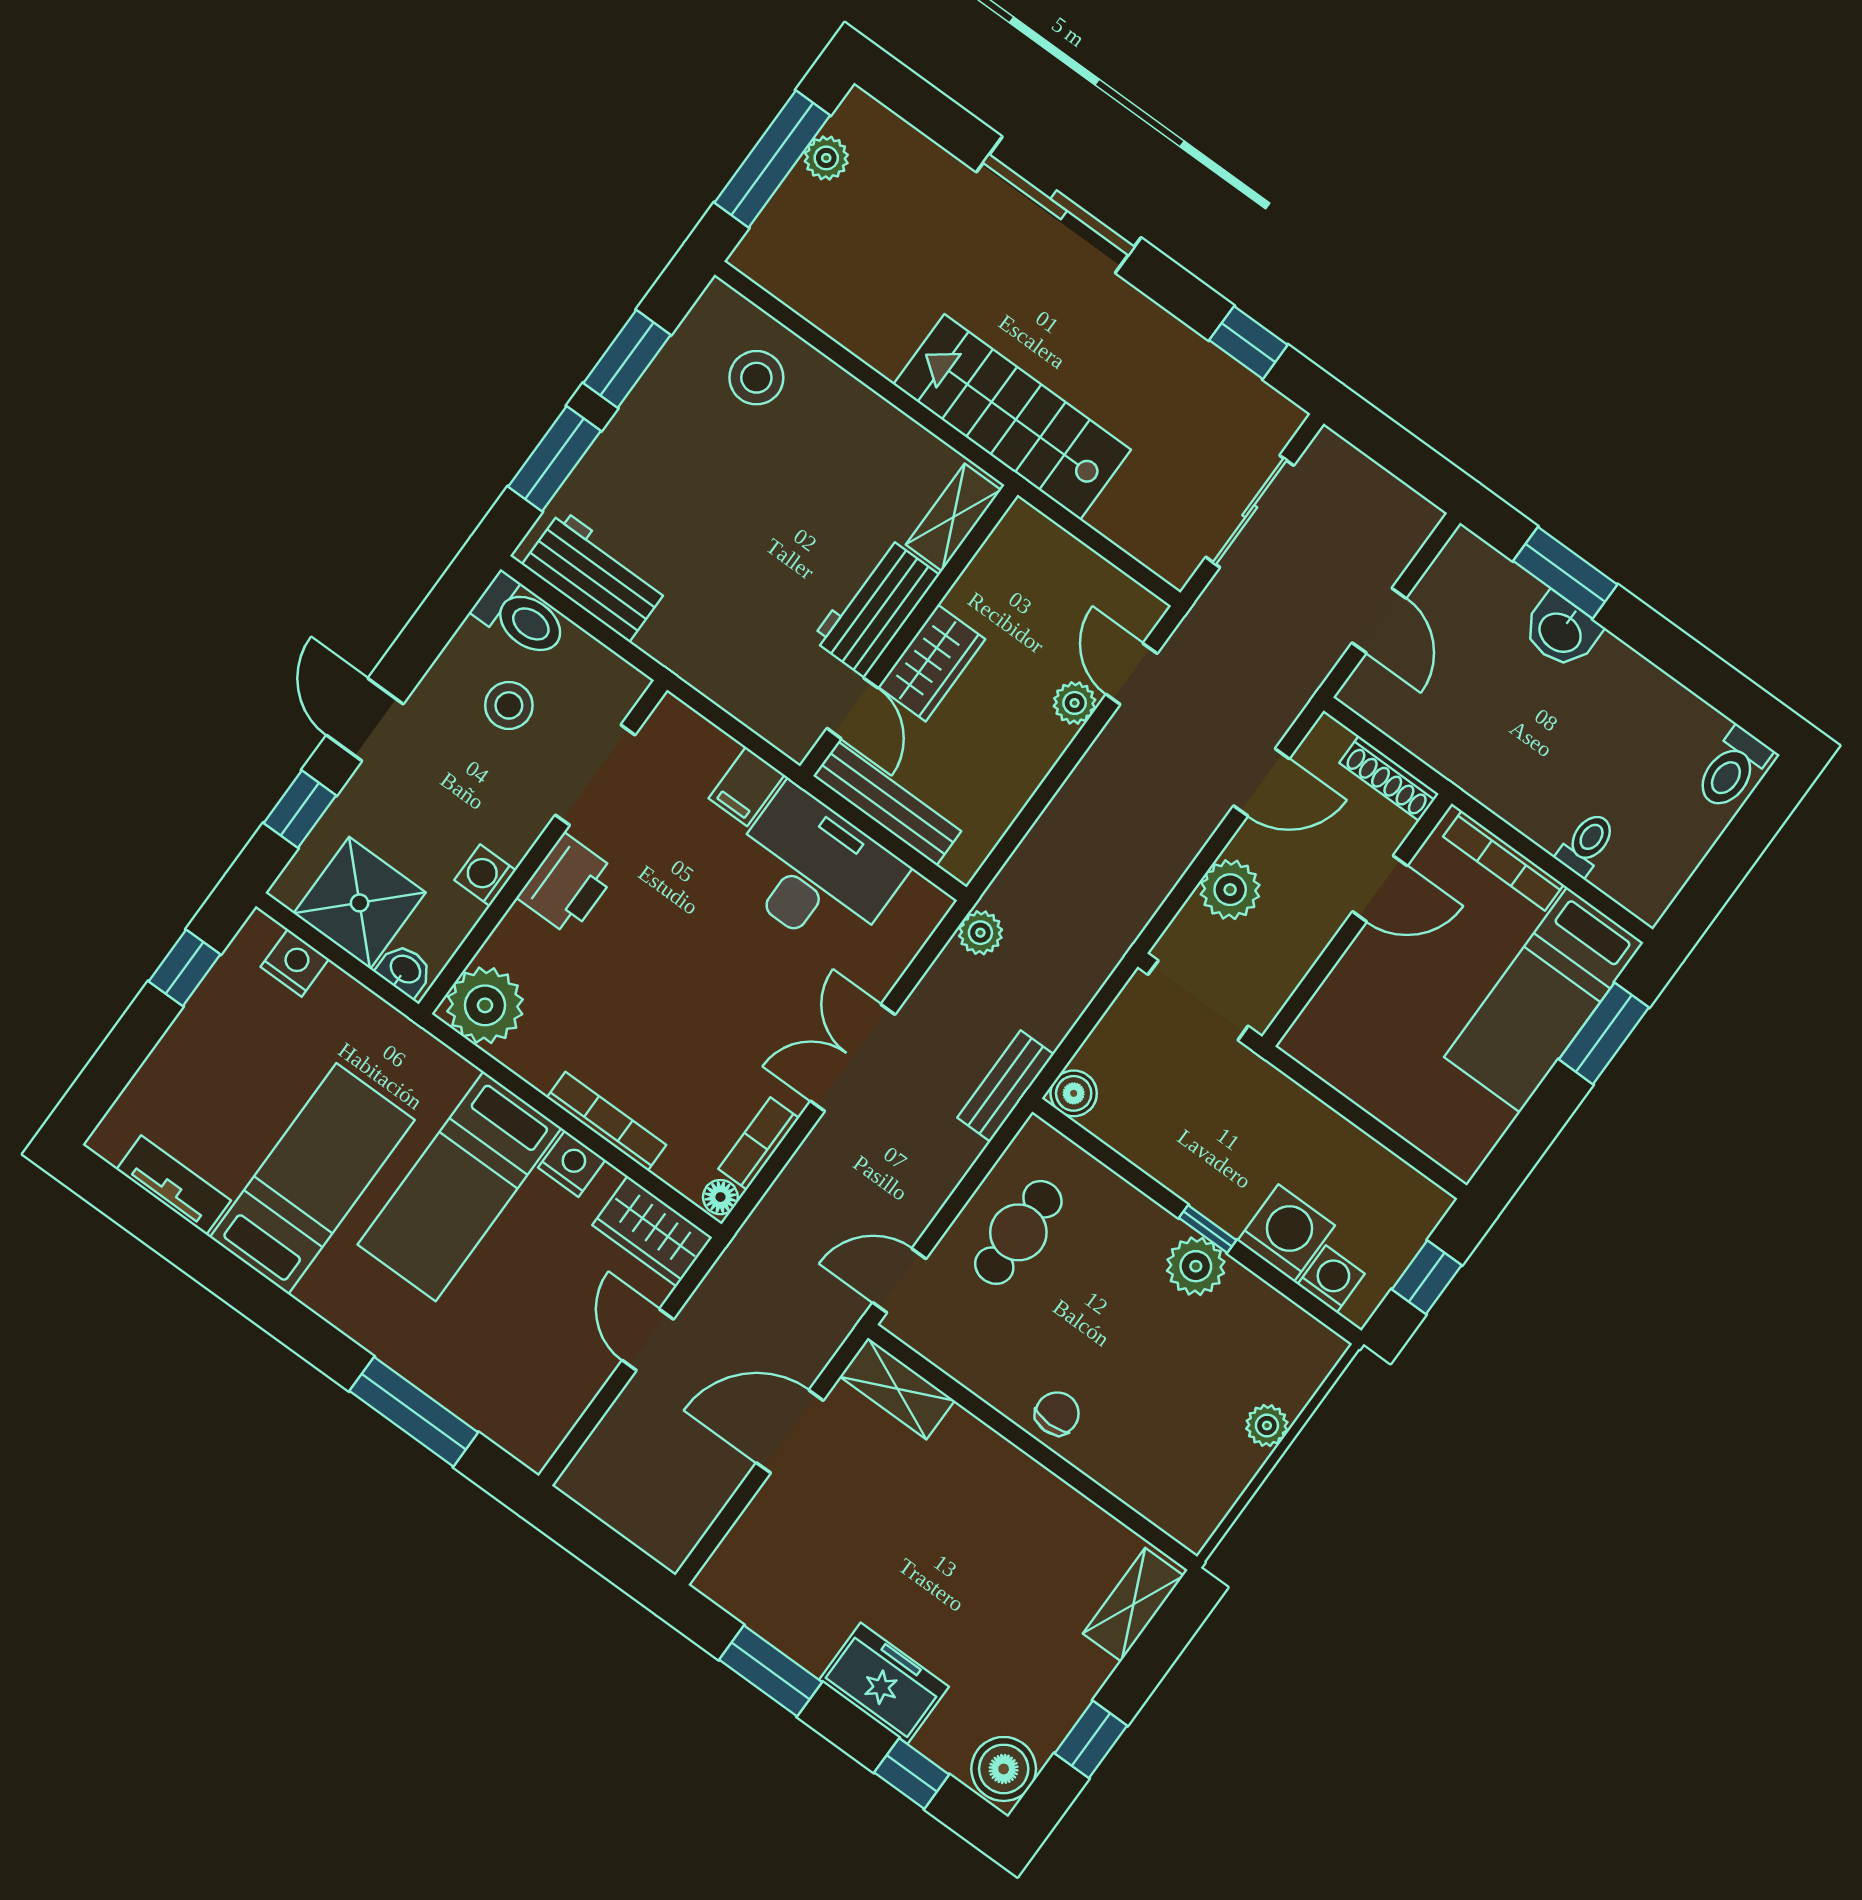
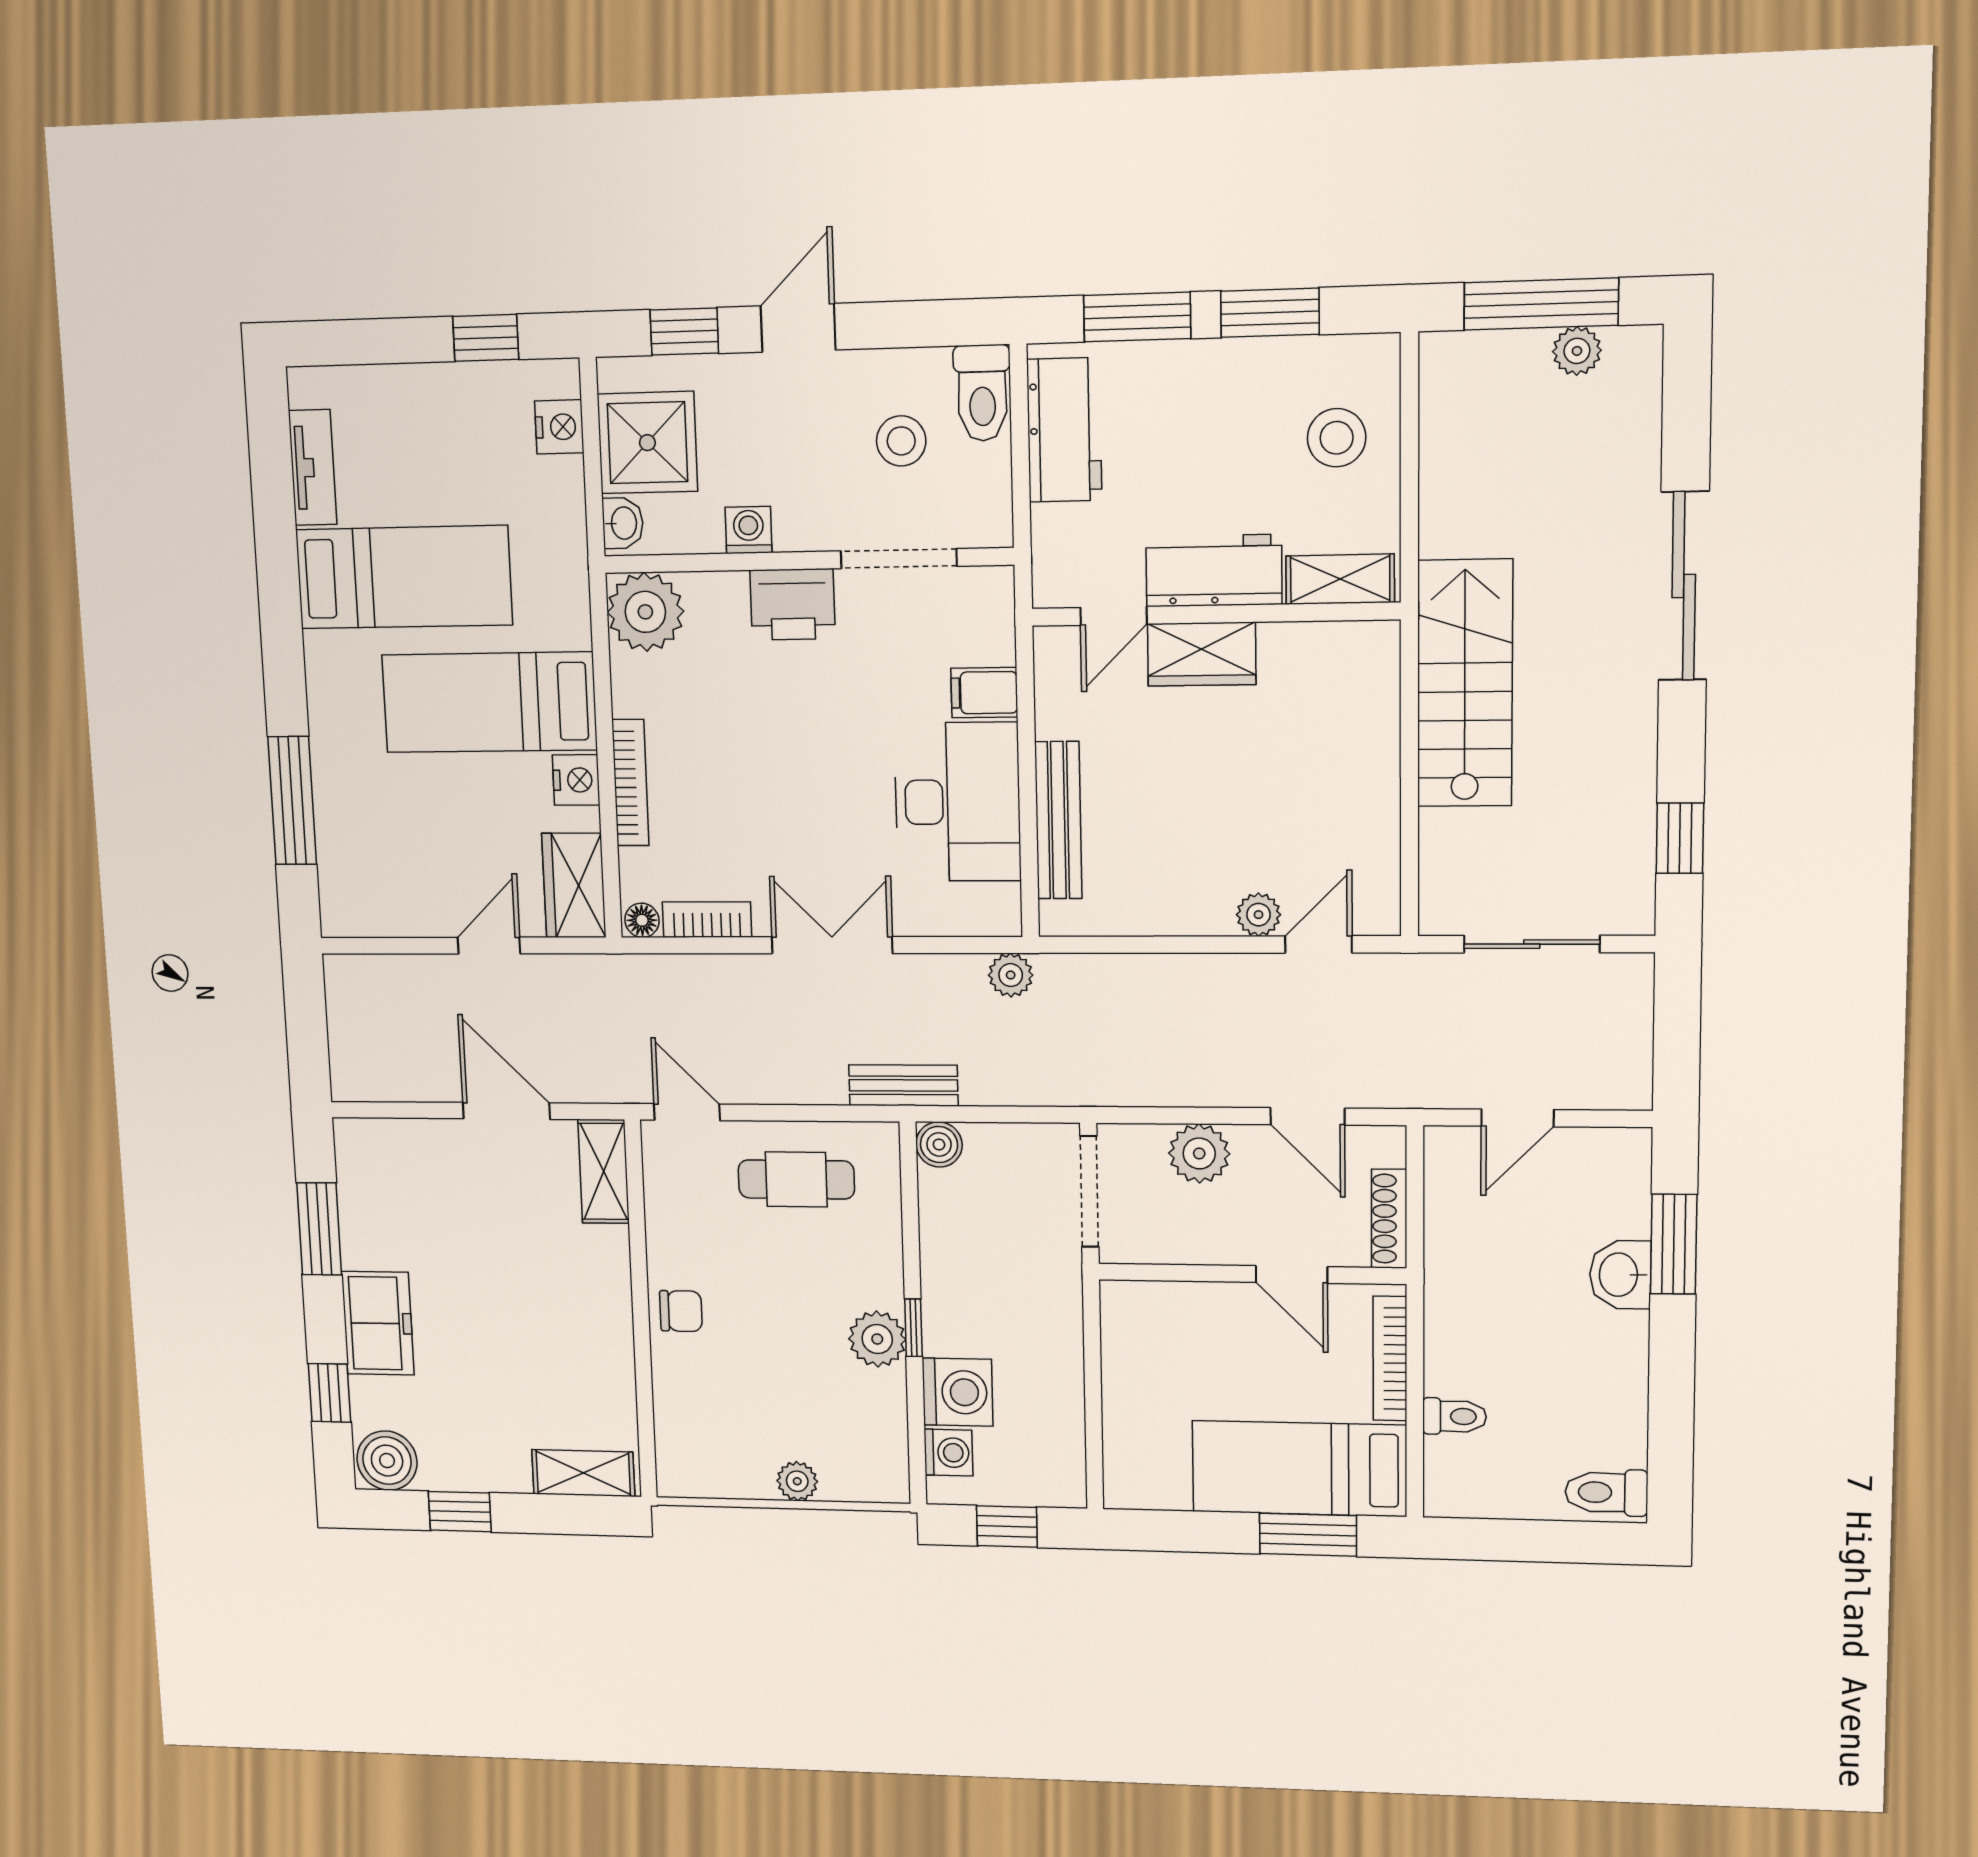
shelving: (953, 517) -> (1340, 579), moved
workbench: (876, 607) -> (1214, 571), moved
wall: (909, 630) -> (1215, 614), moved
wardrobe: (932, 663) -> (1202, 654), moved
door: (852, 708) -> (1114, 616), moved

